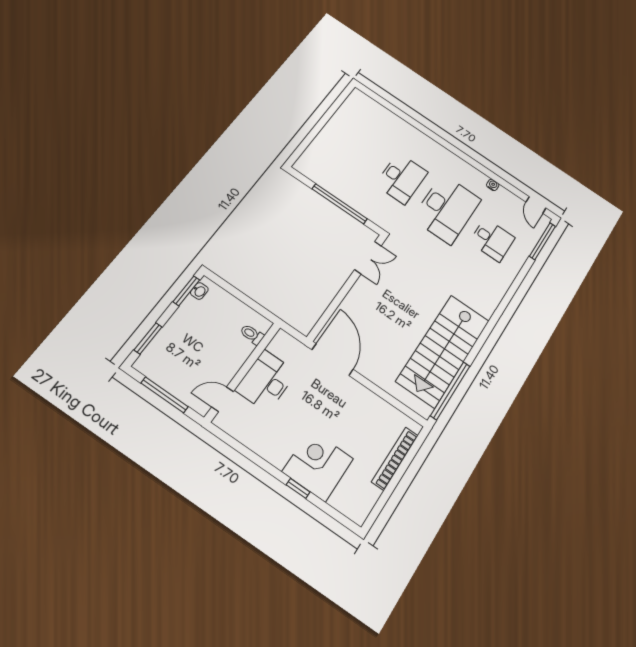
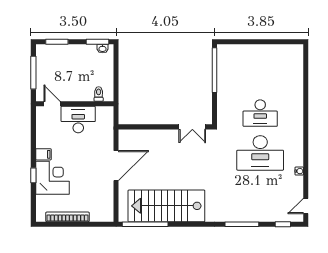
window: (340, 204) -> (215, 70), moved
desk: (492, 240) -> (260, 193), removed
window: (542, 241) -> (283, 224), width x0.46
window: (517, 283) -> (242, 224), added
door: (333, 359) -> (116, 166), moved
filing cabinet: (280, 456) -> (43, 154), added
bookcase: (395, 459) -> (67, 217), moved

